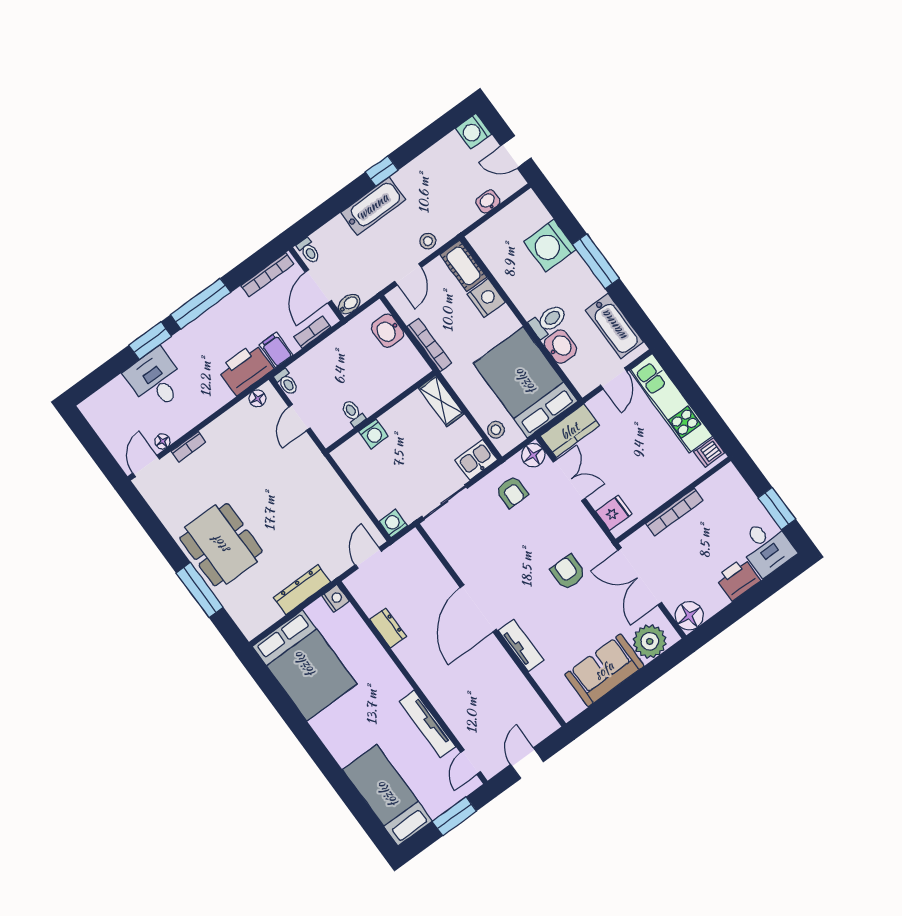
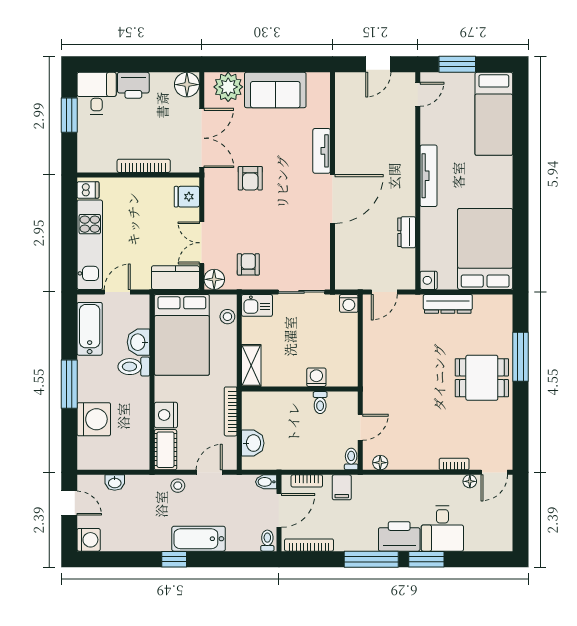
printer: (245, 369) -> (399, 536), moved, turned 180
dining table: (221, 545) -> (482, 378), width x0.73
tv unit: (428, 724) -> (429, 176), moved

